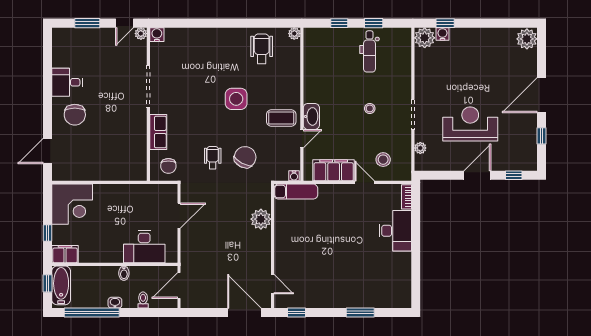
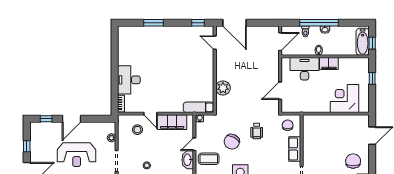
chair: (245, 157) -> (232, 142), moved
corner desk: (72, 204) -> (344, 98), moved
filing cabinet: (65, 254) -> (329, 64), moved
window: (92, 313) -> (319, 23), moved

